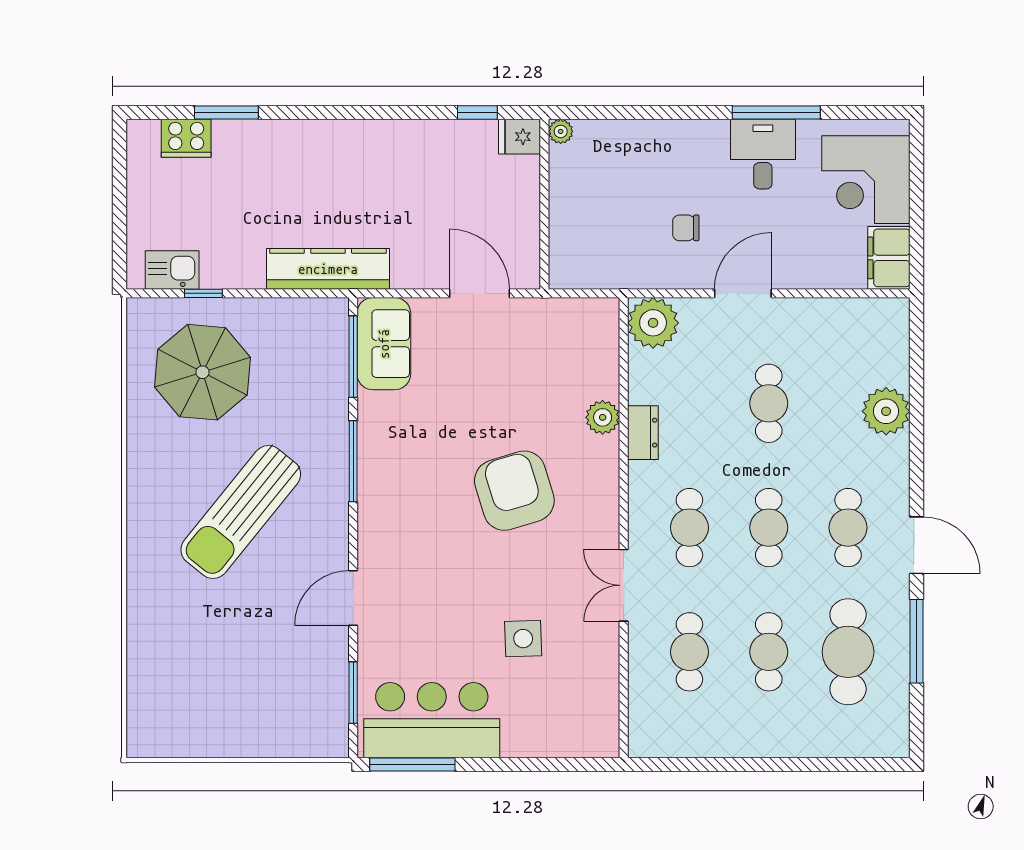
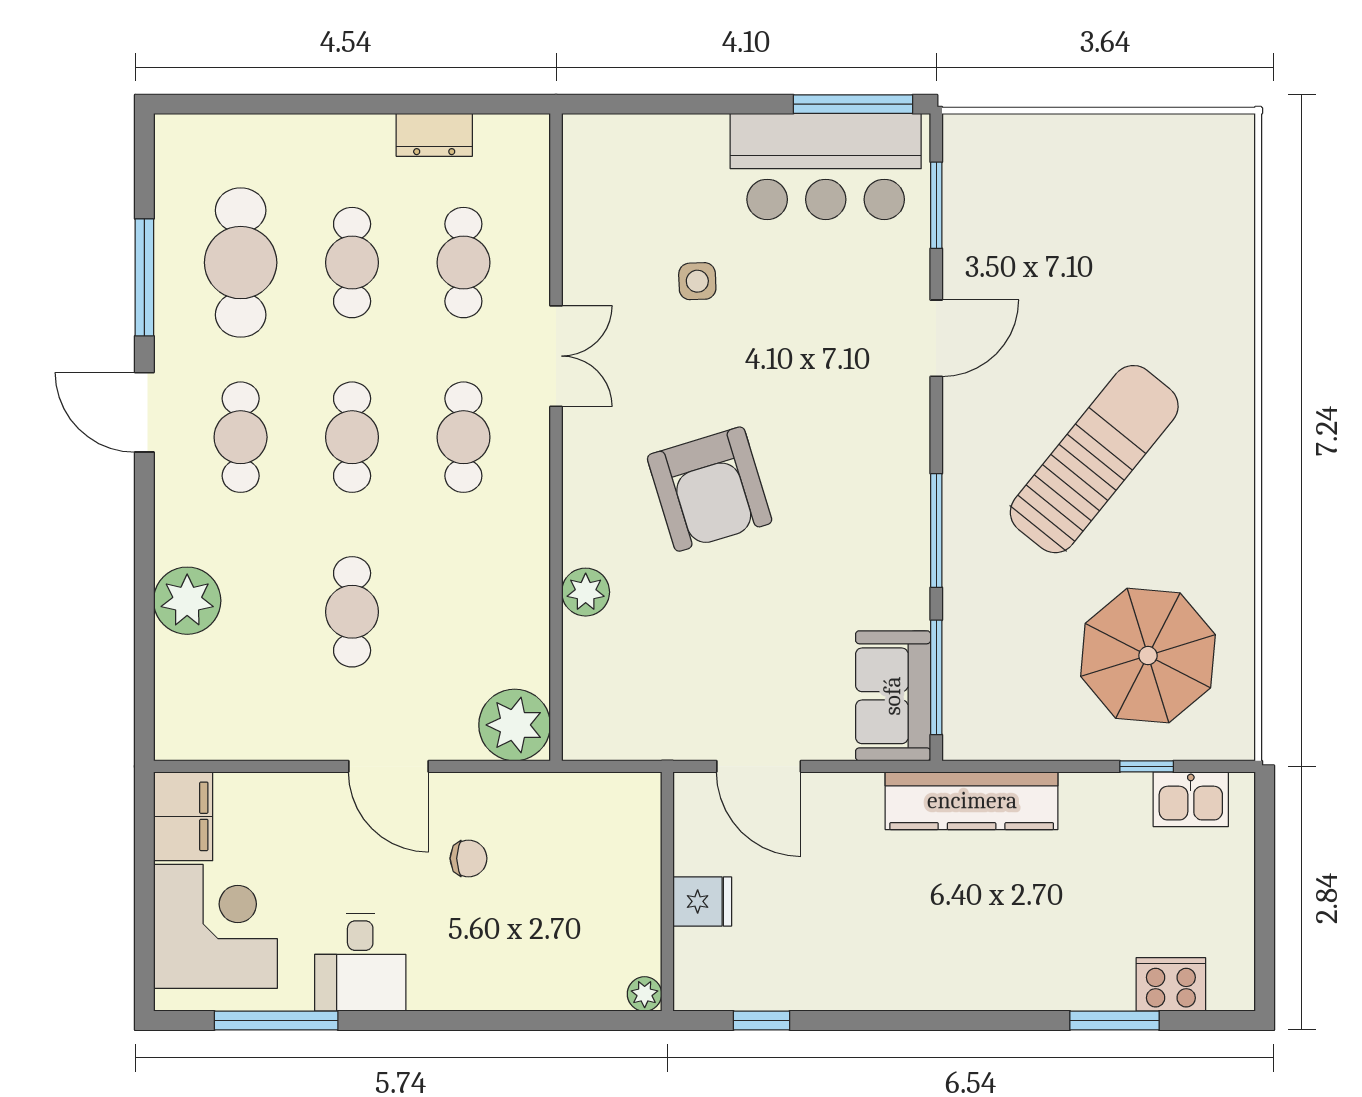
window: (776, 113) -> (276, 1021), moved
fridge: (520, 137) -> (702, 901), moved
door: (743, 293) -> (388, 766), hinge flipped
dresser: (643, 433) -> (434, 135), moved, turned -90
side table: (523, 639) -> (697, 281), width x0.73, depth x0.73

